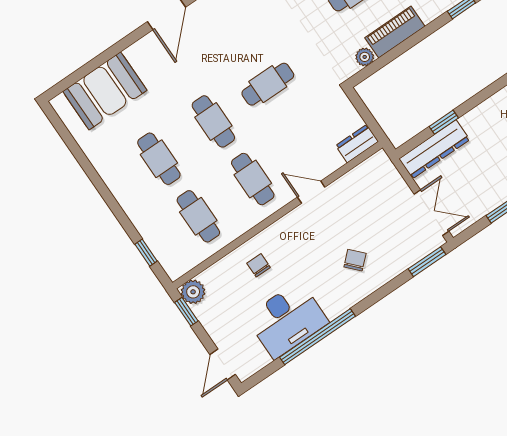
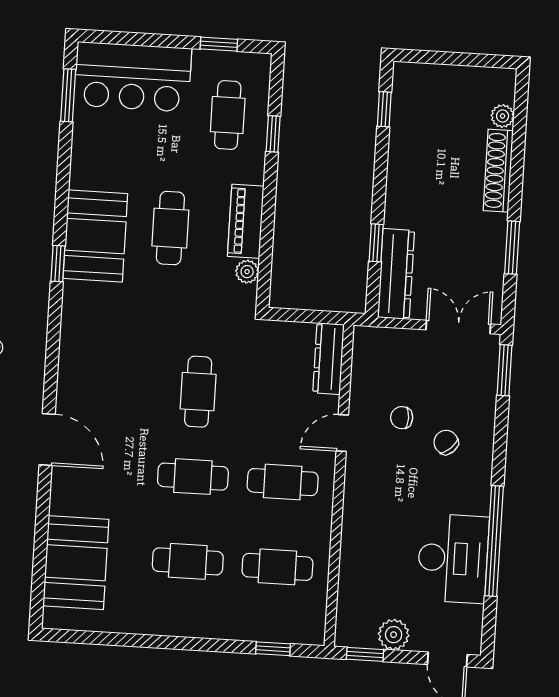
dresser: (357, 144) -> (329, 359), width x1.44
chair: (259, 265) -> (402, 418), moved
plant: (193, 292) -> (394, 635), moved

